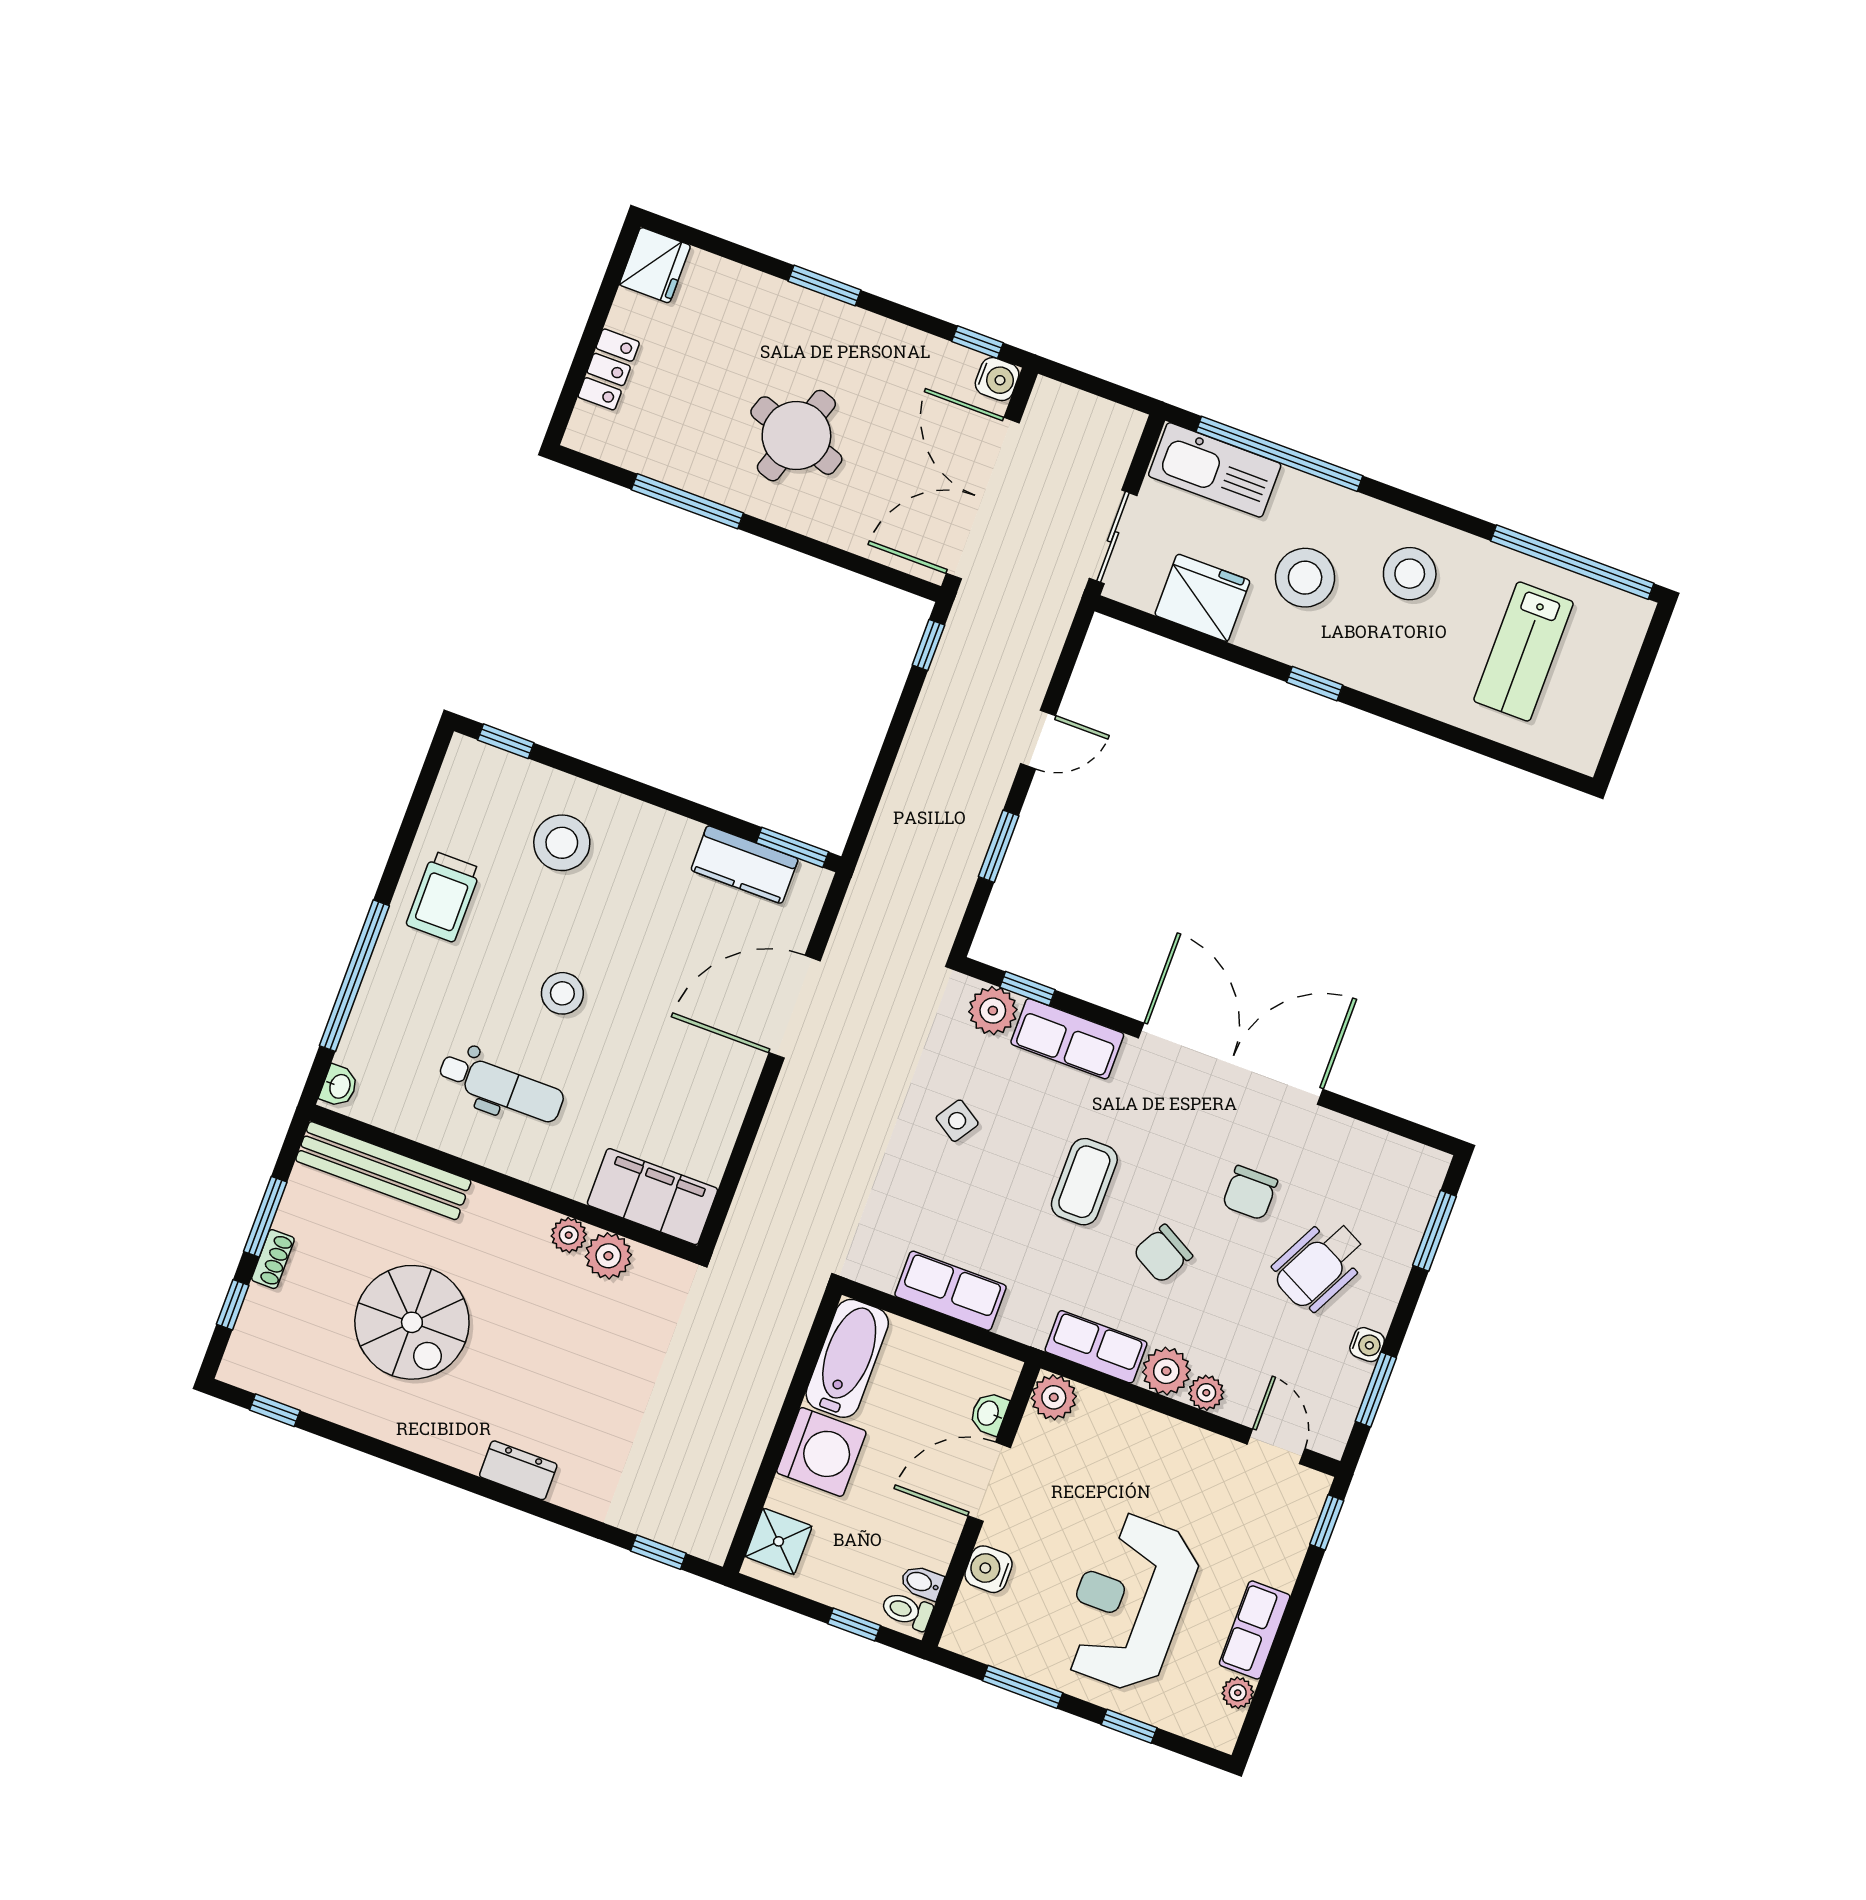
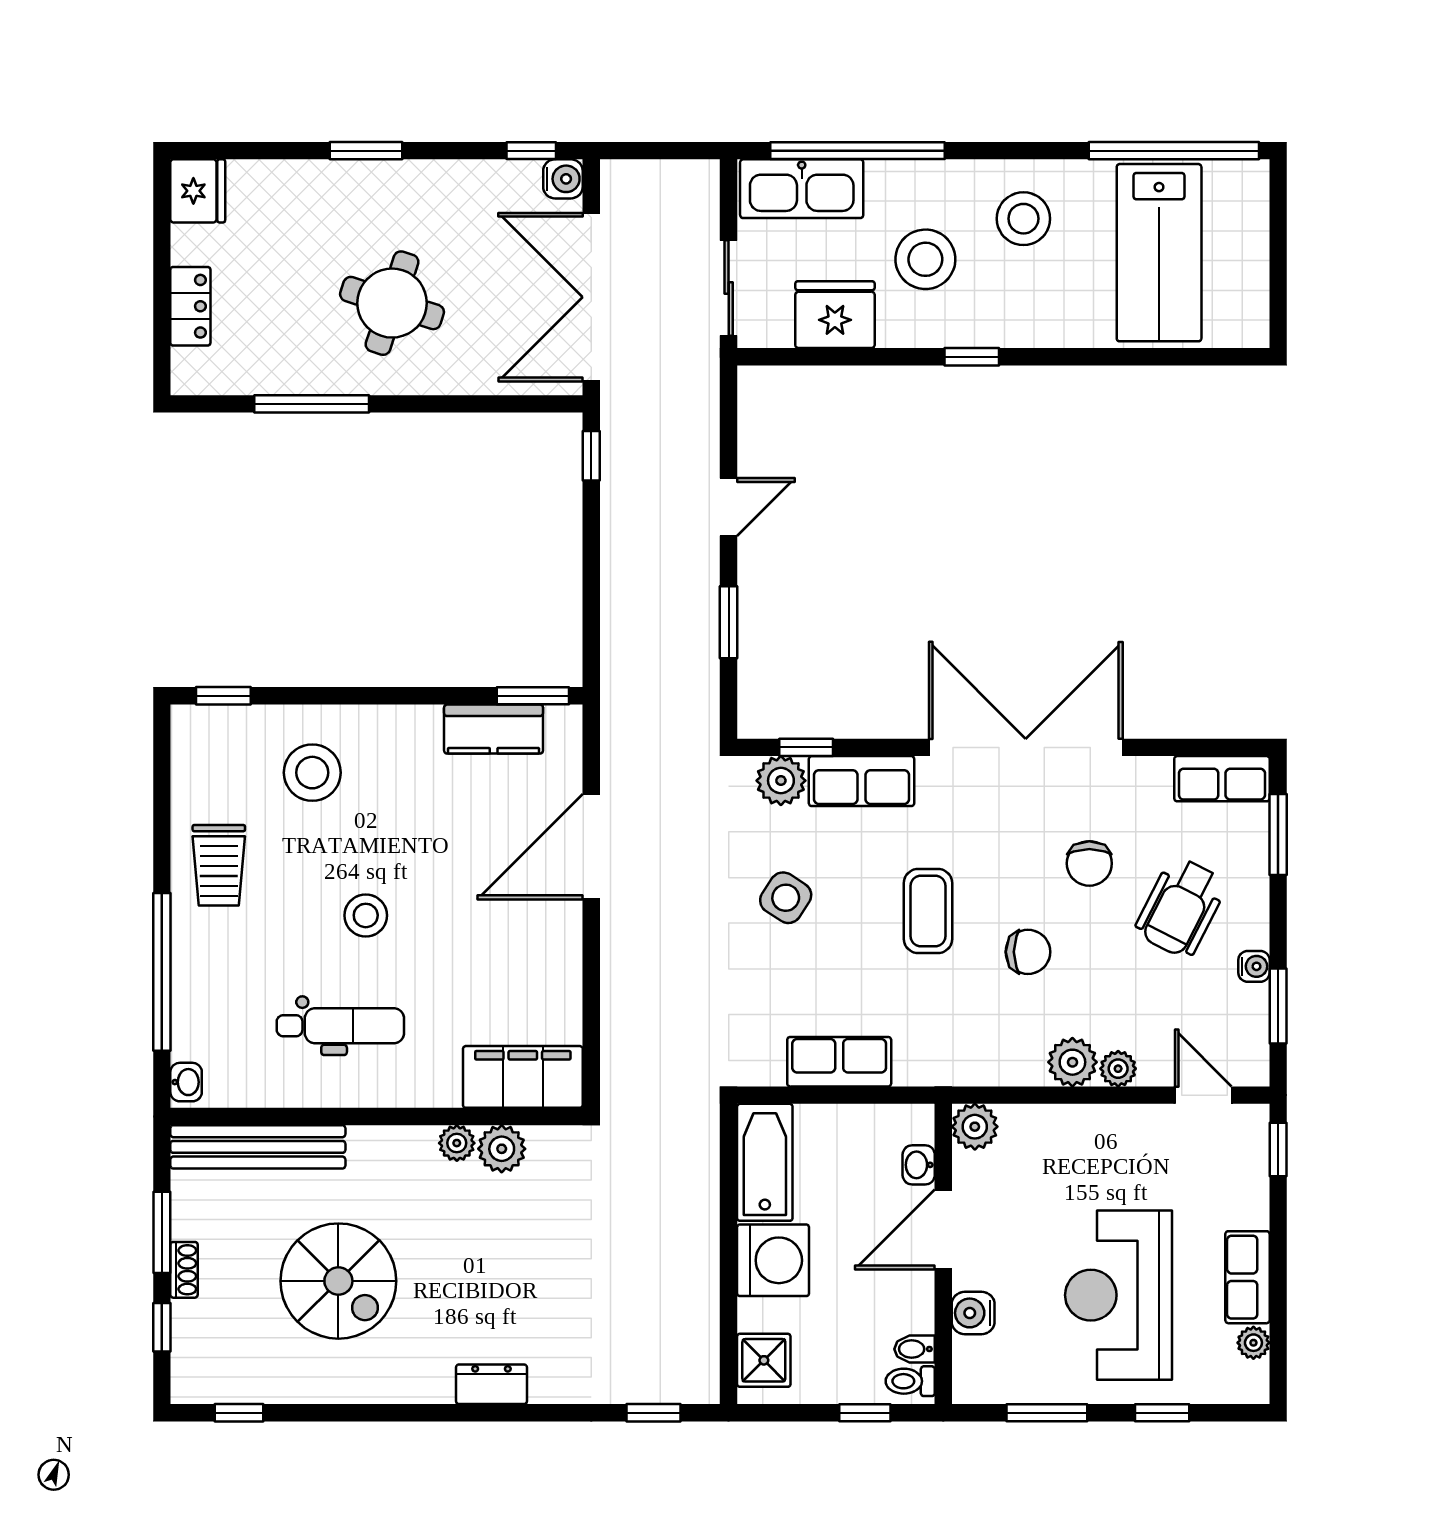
lab bench: (1523, 652) -> (1159, 253), width x1.36, depth x1.39
side table: (957, 1121) -> (786, 898), width x1.37, depth x1.37
chair: (1163, 1254) -> (1028, 952), turned -119
row of seats: (1096, 1347) -> (1222, 779), moved, turned 180

